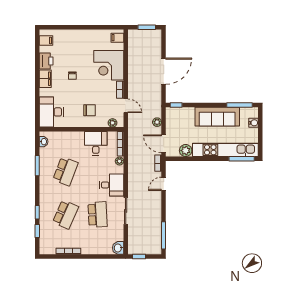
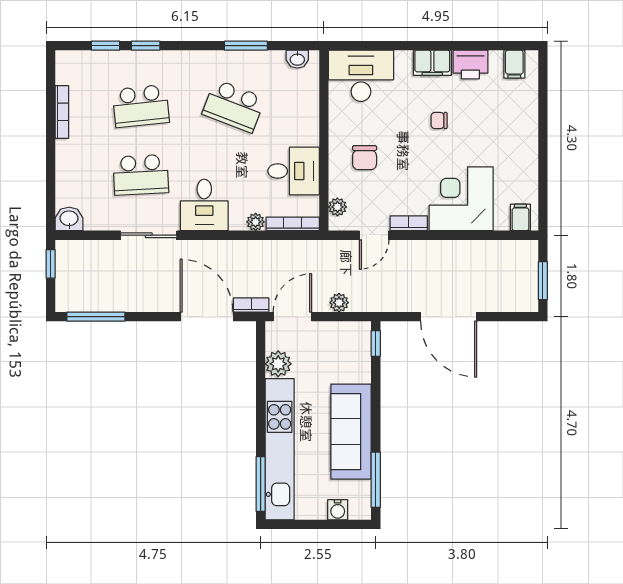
door: (164, 184) -> (207, 317), width x1.87
school desk: (66, 215) -> (141, 106), turned -30

